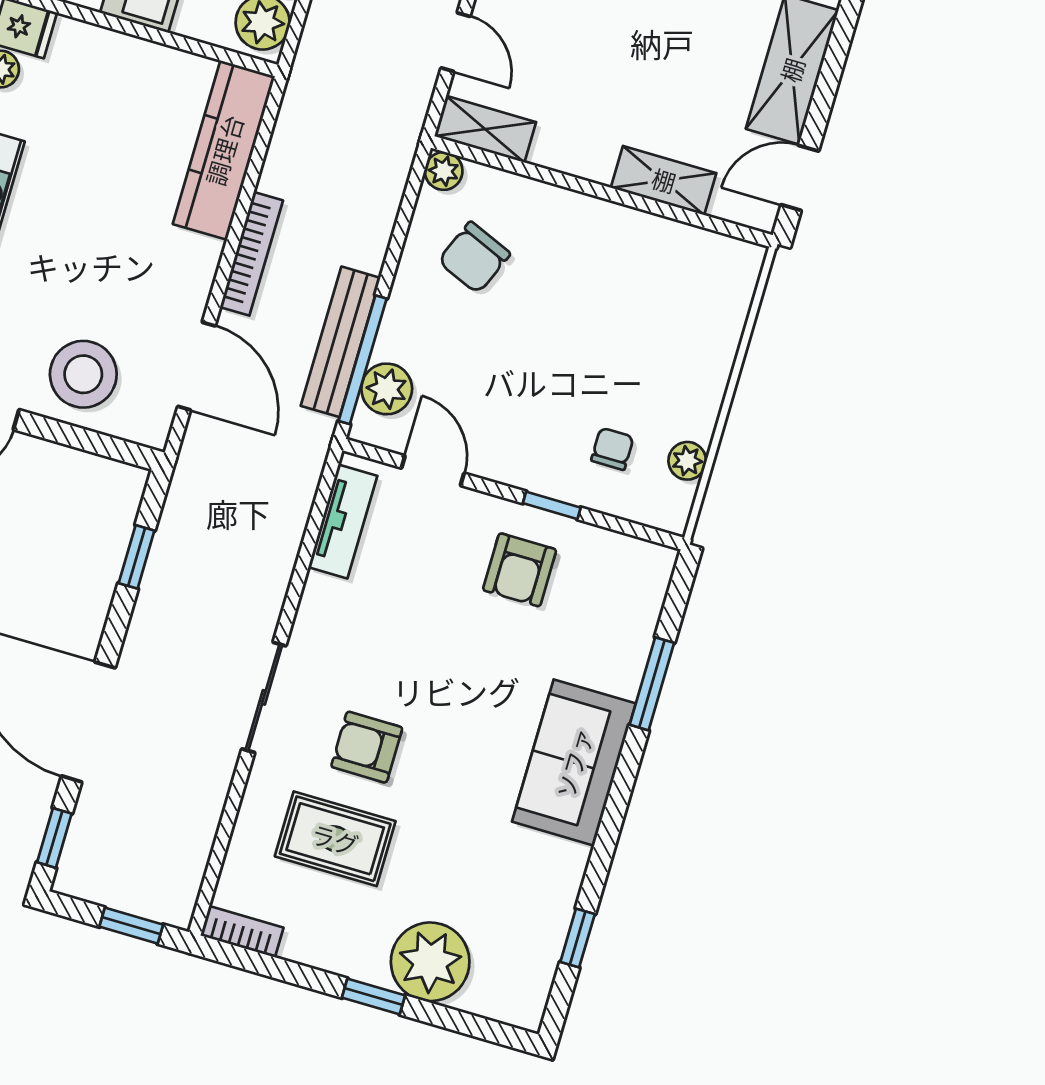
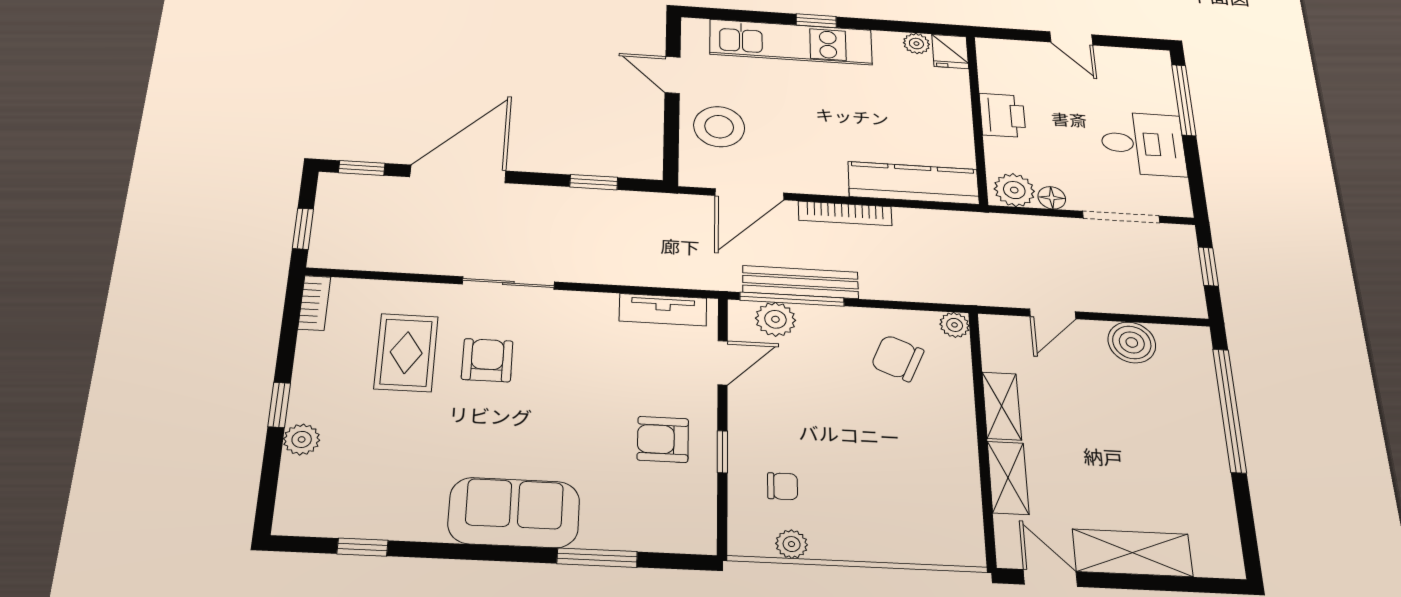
shelving: (485, 129) -> (1002, 406), moved
plant: (430, 962) -> (302, 439), width x0.53, depth x0.53

